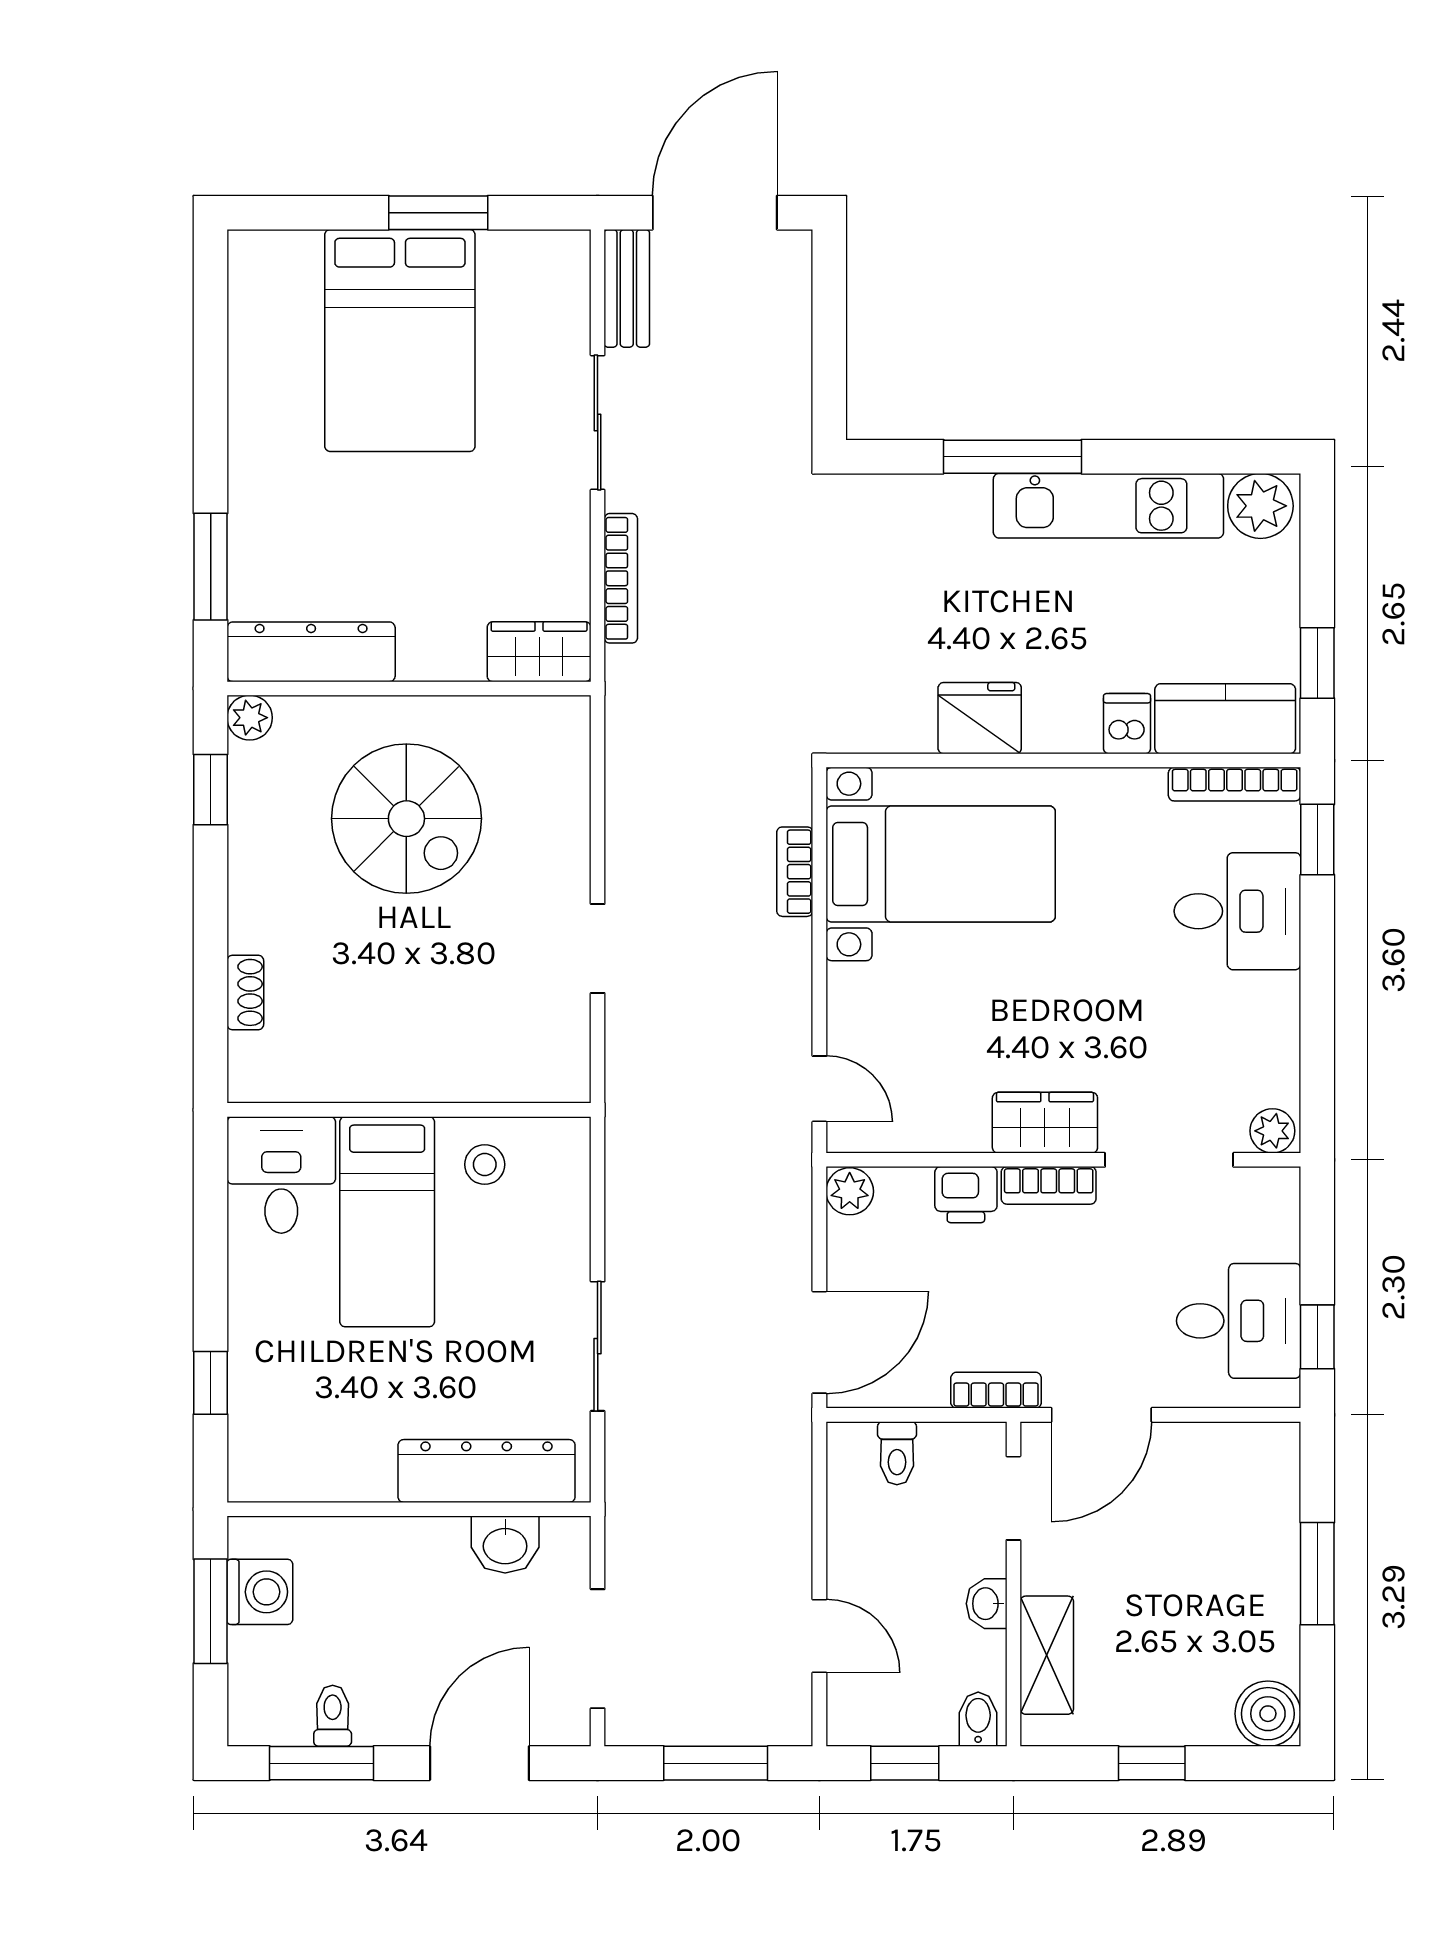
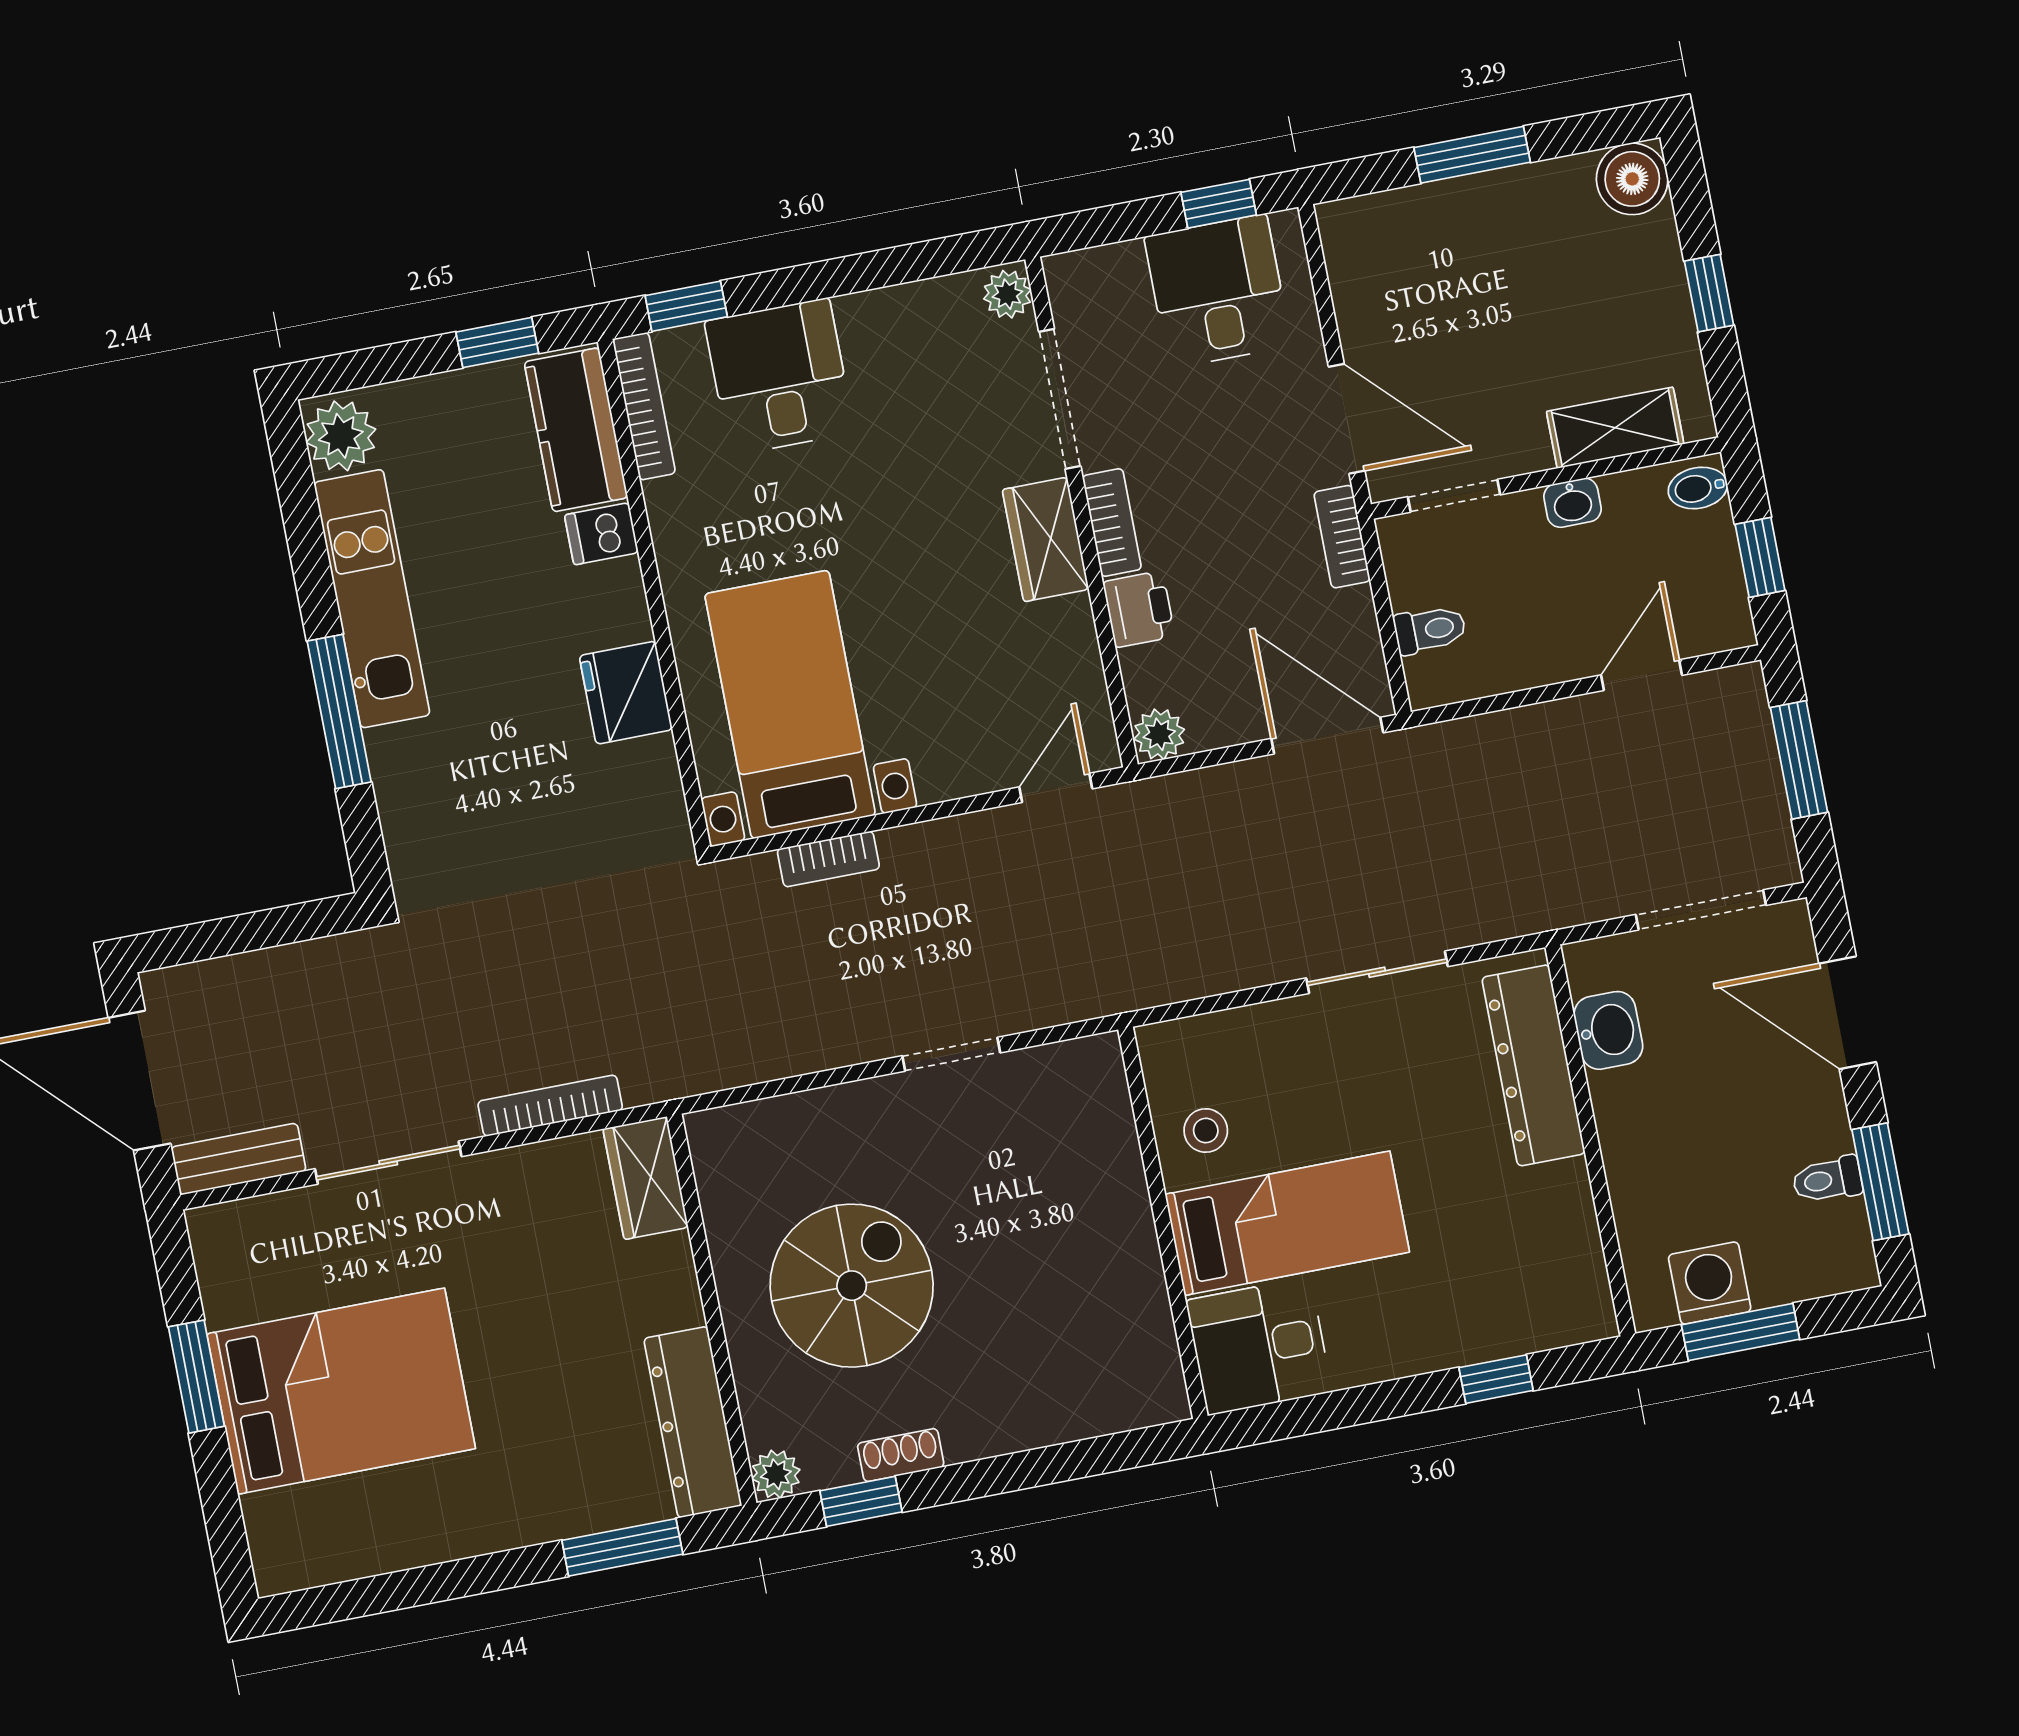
shoe rack: (245, 992) -> (901, 1455), moved

